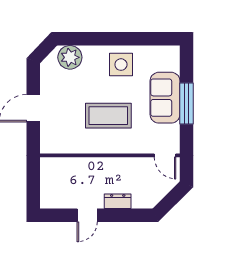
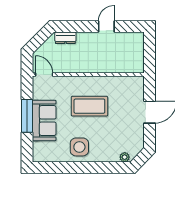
plant: (70, 57) -> (125, 157), width x0.53, depth x0.53
dresser: (118, 201) -> (65, 38), moved

